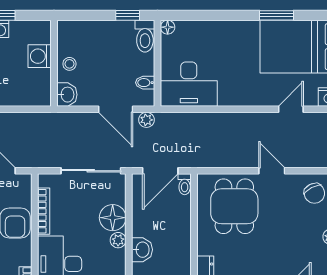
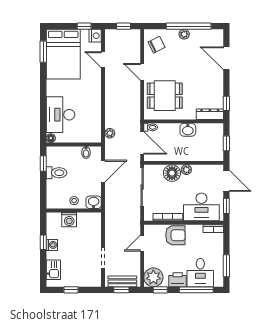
window: (276, 15) -> (43, 52), moved
toilet: (145, 36) -> (56, 173), moved
desk: (189, 84) -> (60, 115), moved, turned 180
plant: (146, 120) -> (110, 133), moved
door: (272, 171) -> (142, 72), hinge flipped
washbasin: (142, 250) -> (188, 130), moved, turned 180

